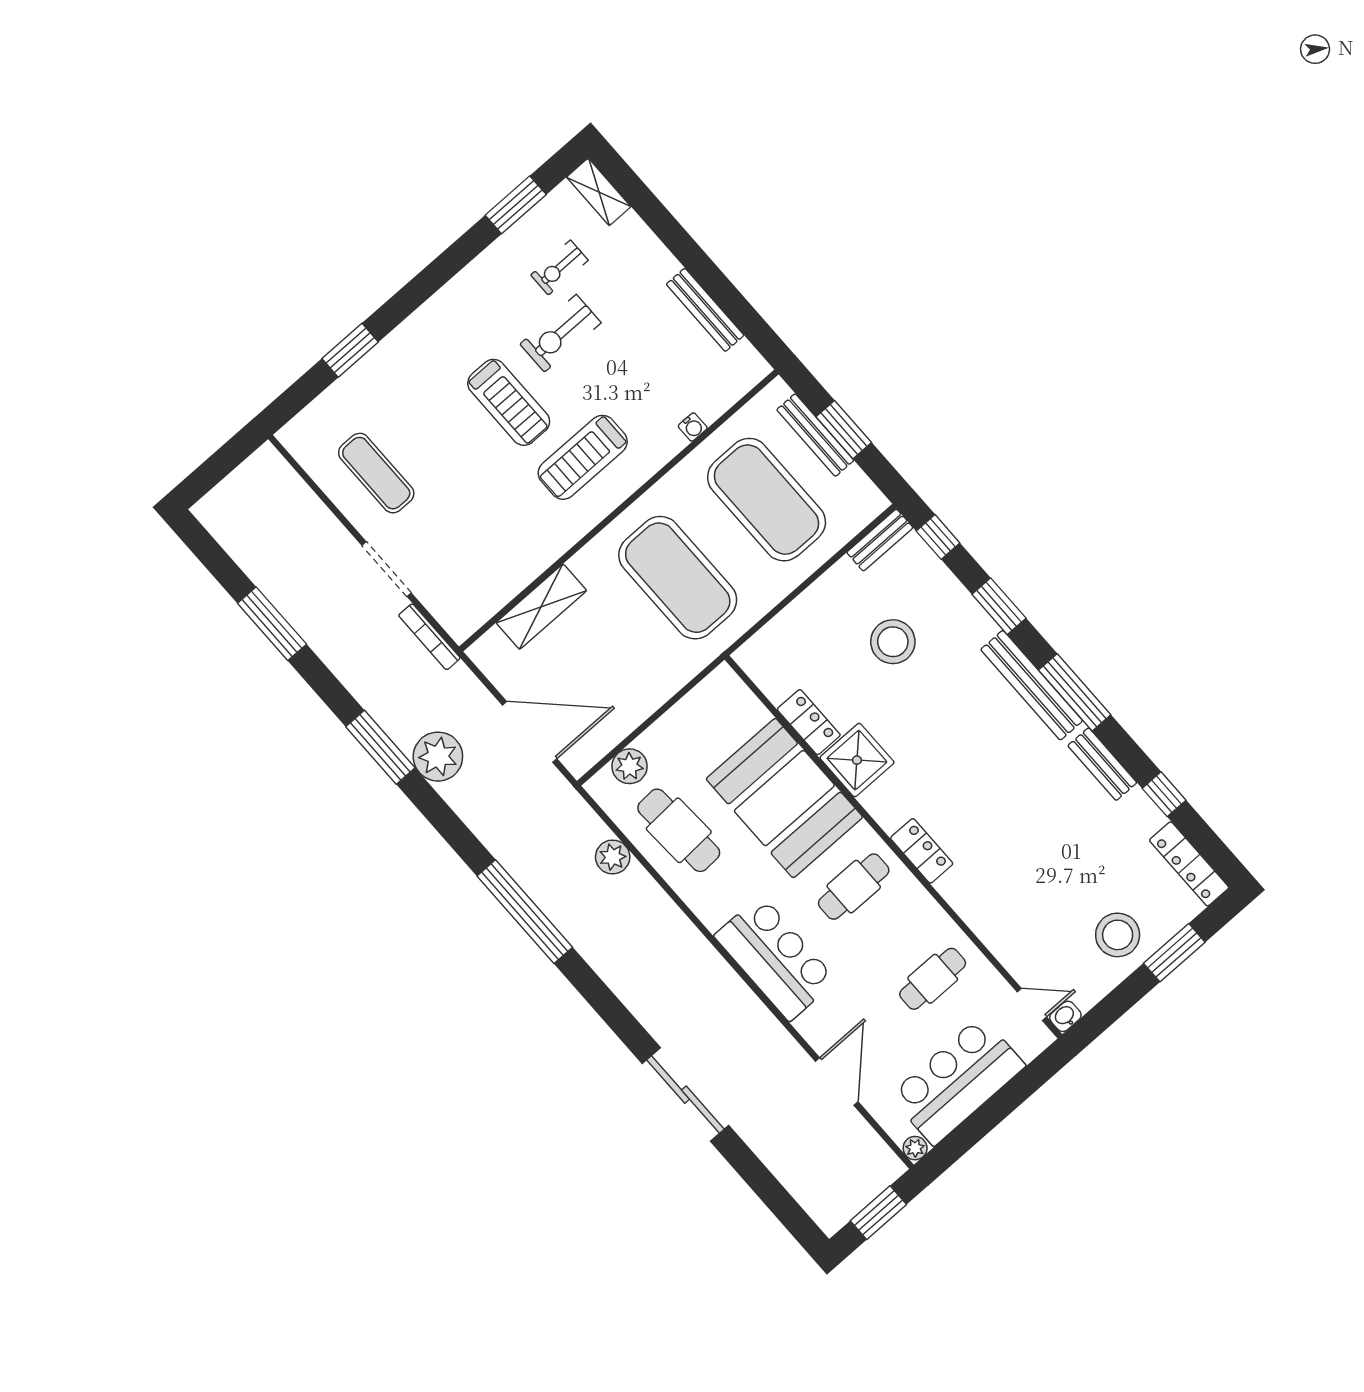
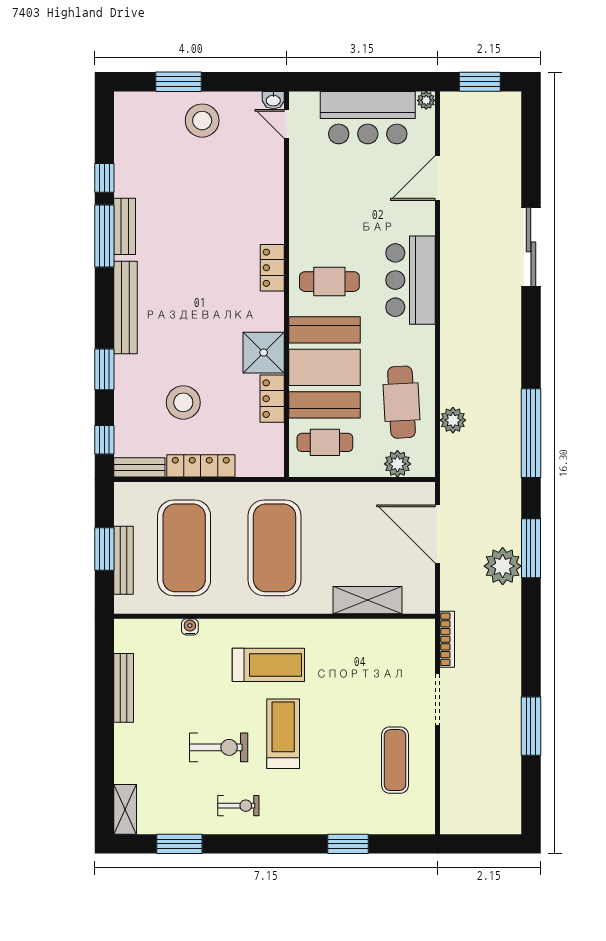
exercise bike: (559, 268) -> (238, 806), moved
window: (1075, 692) -> (104, 236), moved
window: (380, 747) -> (531, 548), moved
locker: (1189, 864) -> (201, 466), moved, turned -90
cafe table: (933, 979) -> (325, 442), moved

